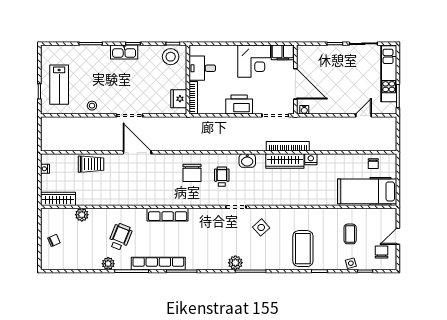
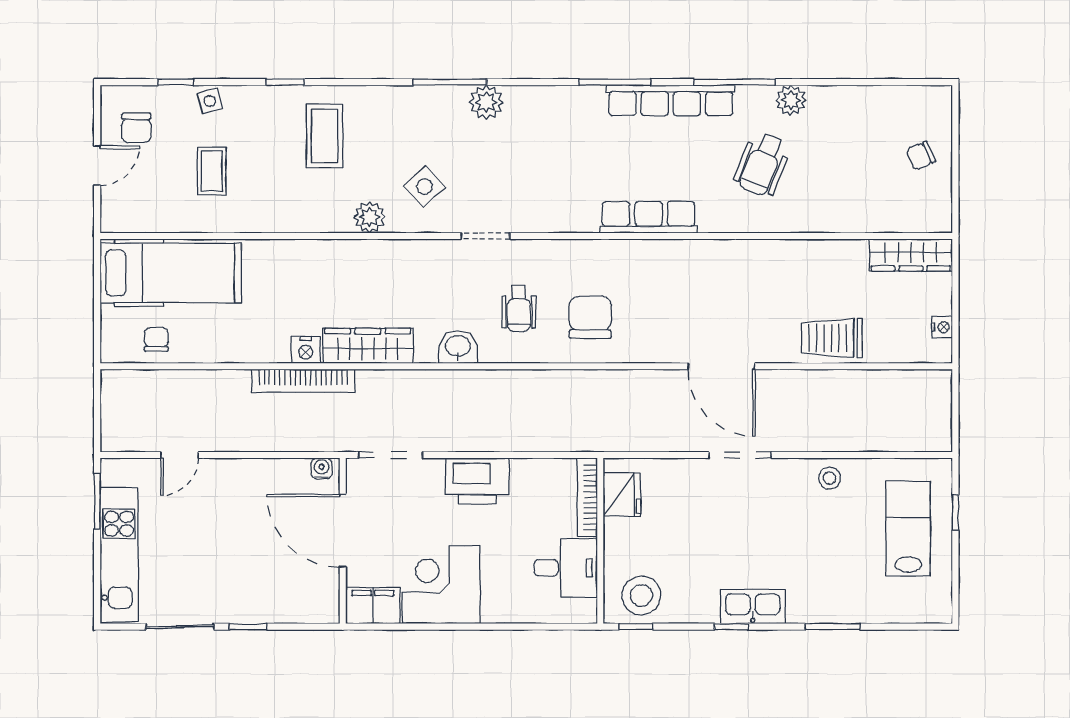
bookcase: (288, 146) -> (303, 381), moved
plant: (82, 215) -> (369, 217), moved
coffee table: (303, 249) -> (325, 136), width x0.73, depth x0.76

